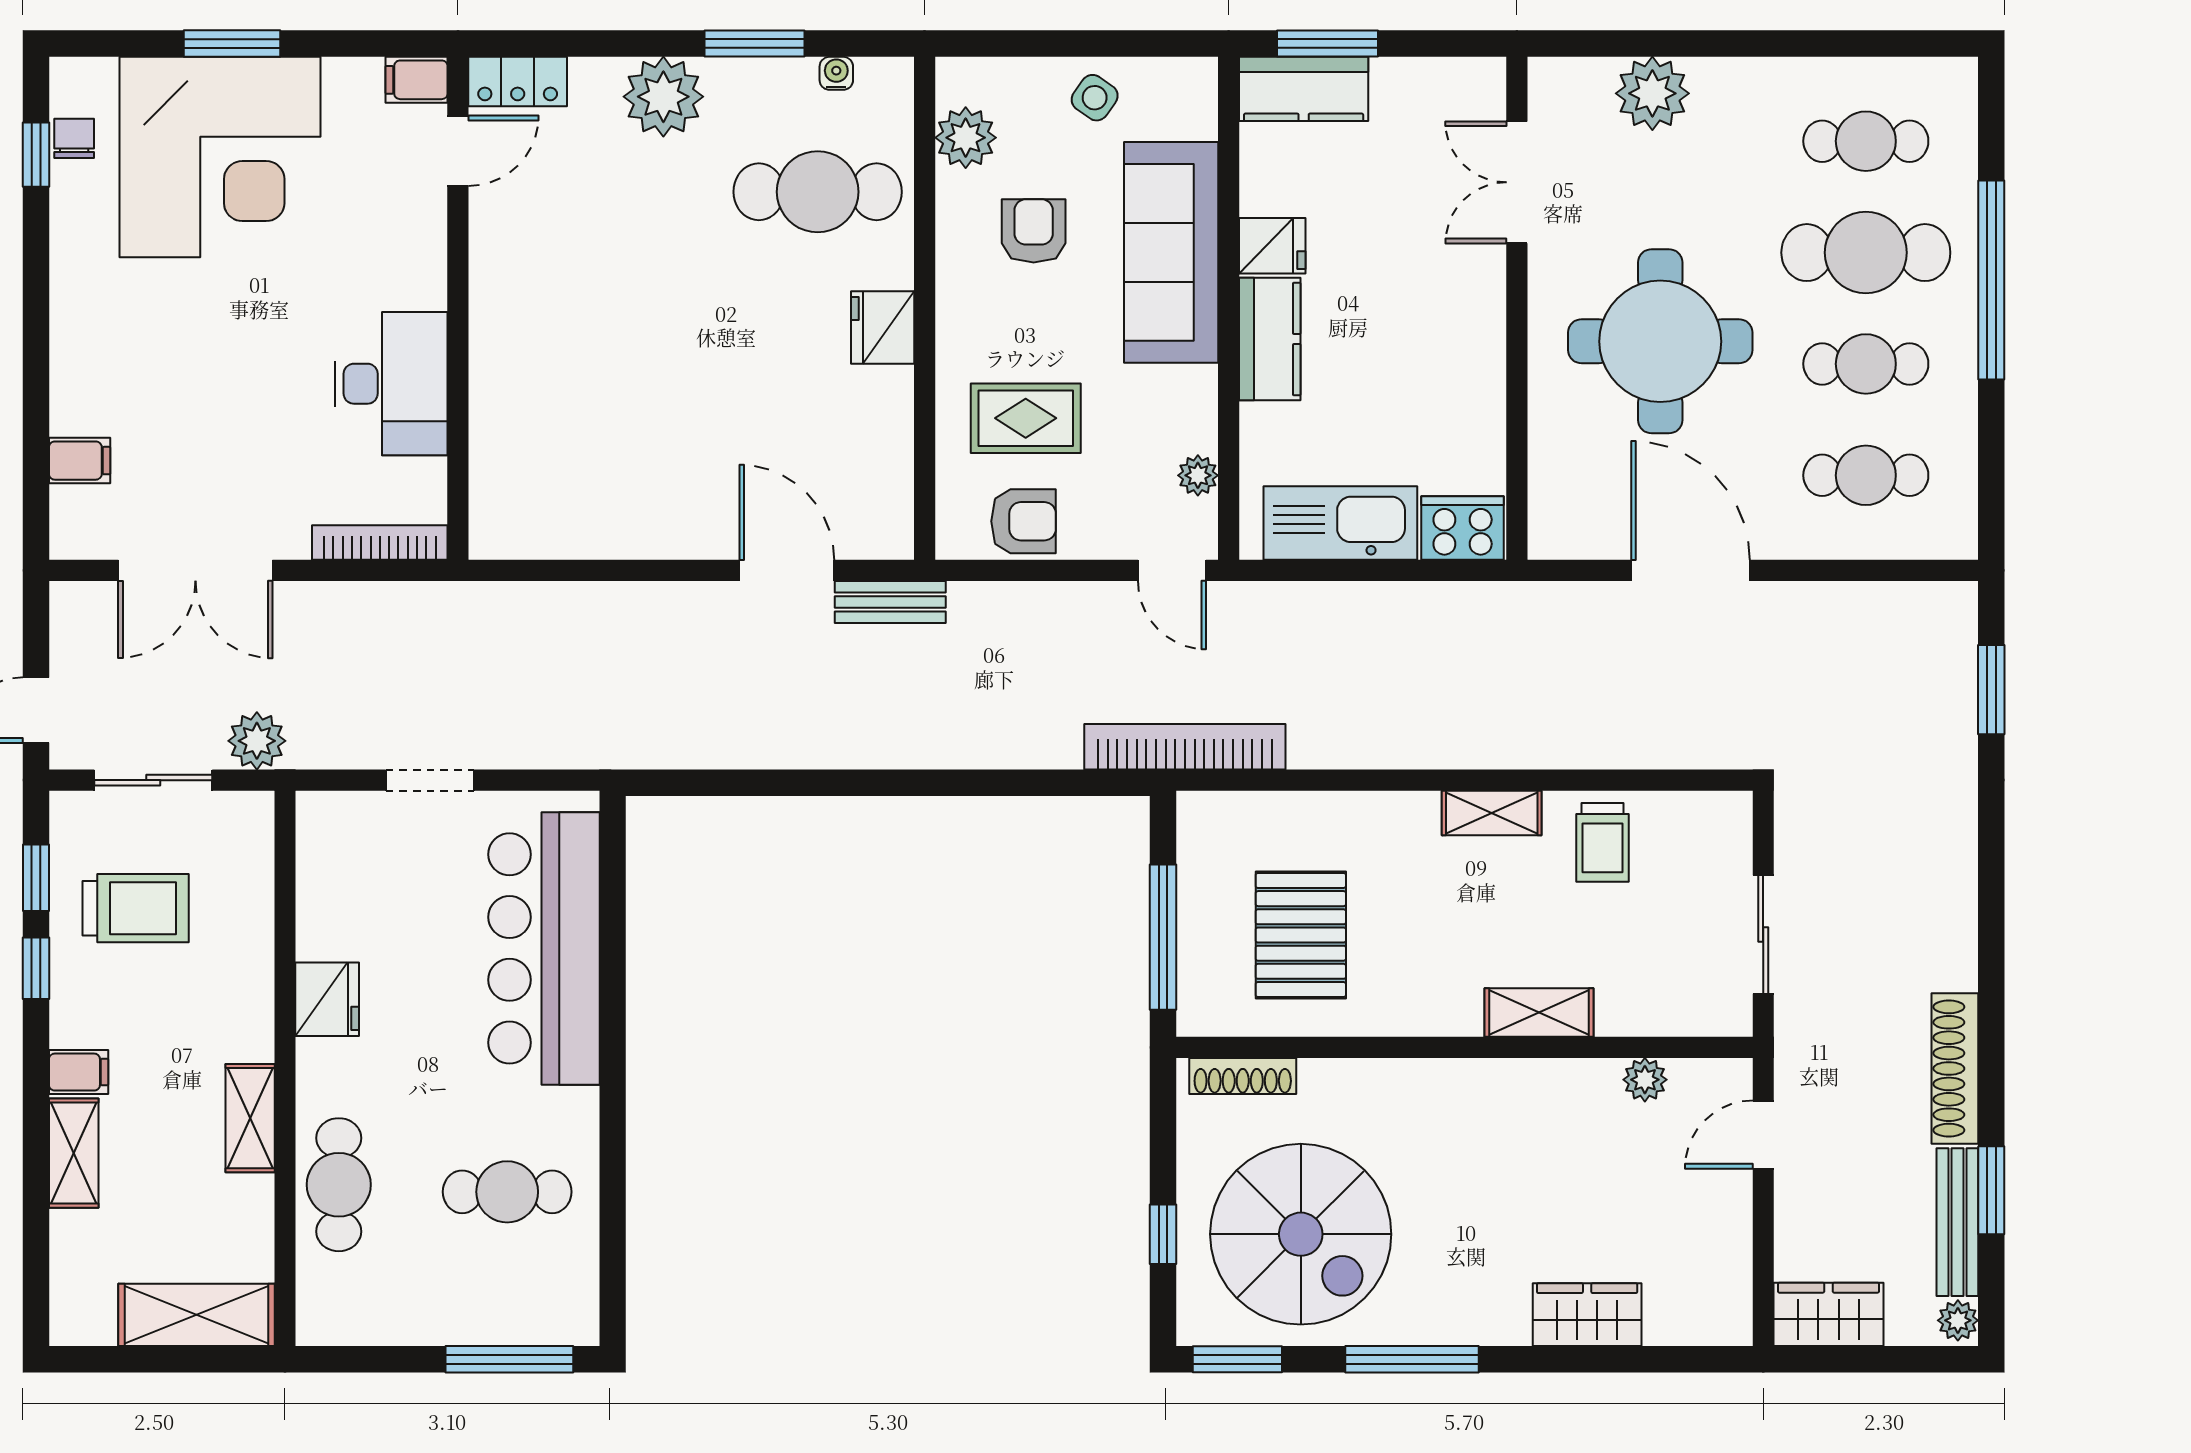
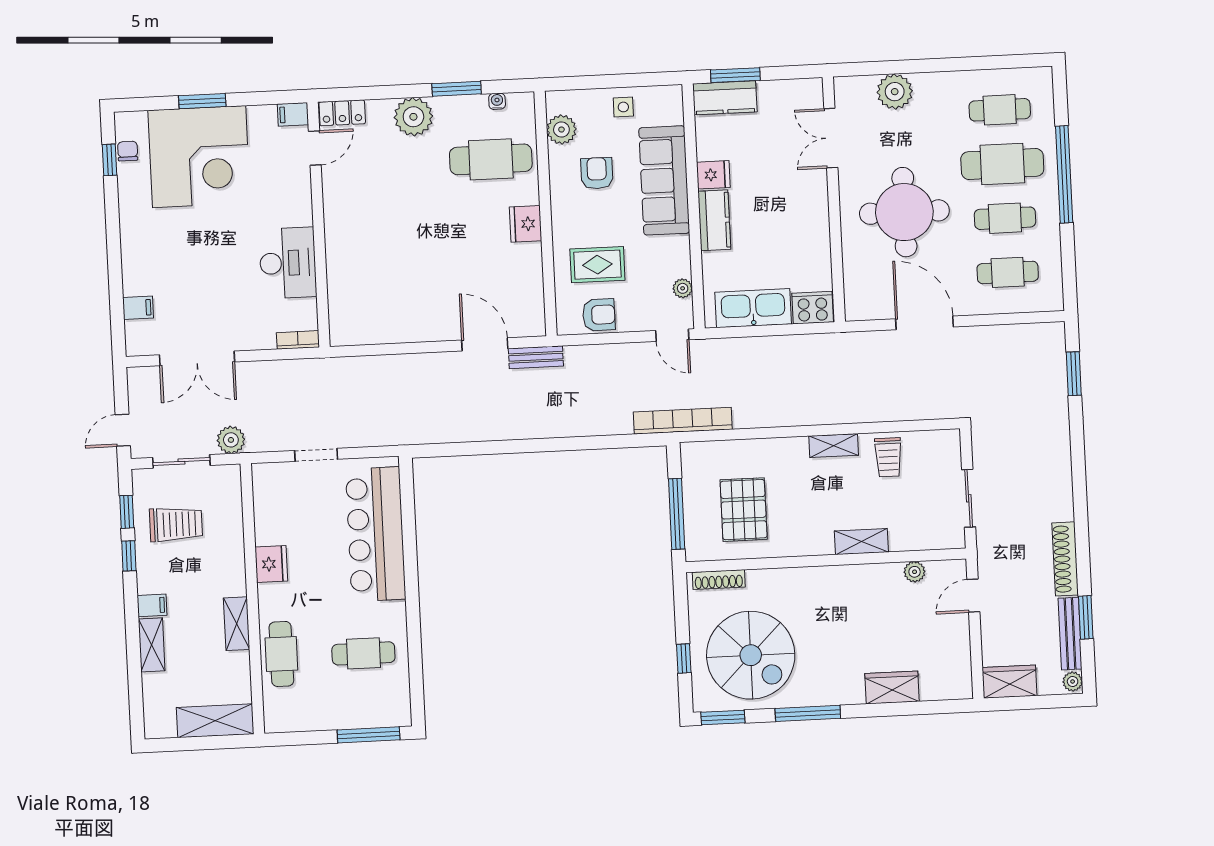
side table: (1095, 98) -> (623, 107), turned -35
bookcase: (380, 543) -> (298, 340), width x0.64

